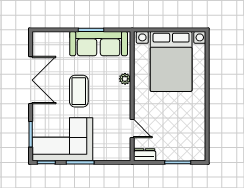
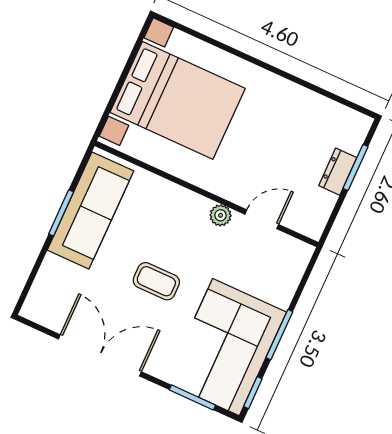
plant: (125, 79) -> (221, 215), moved
coffee table: (79, 91) -> (156, 281), width x0.73, depth x0.77
dresser: (145, 155) -> (338, 172), moved

